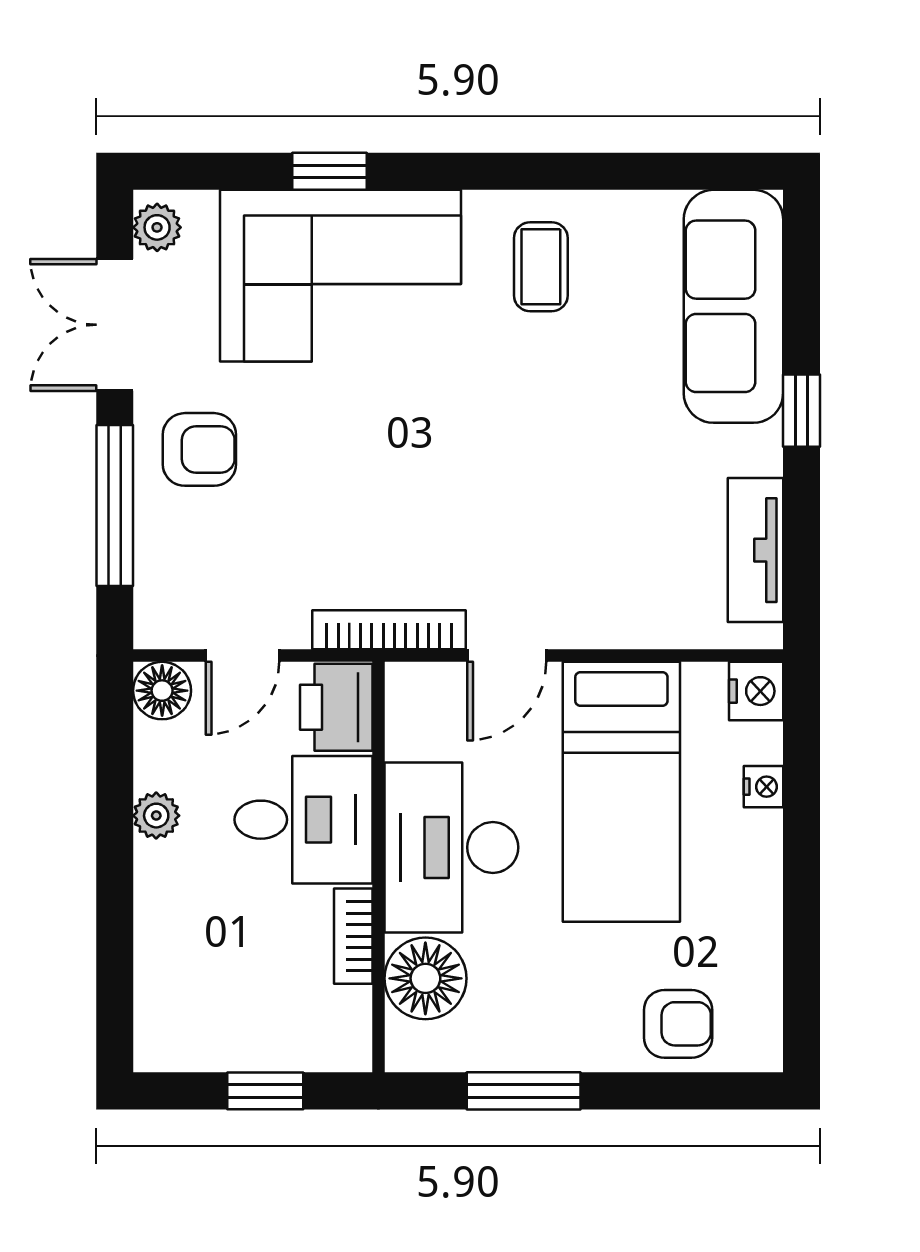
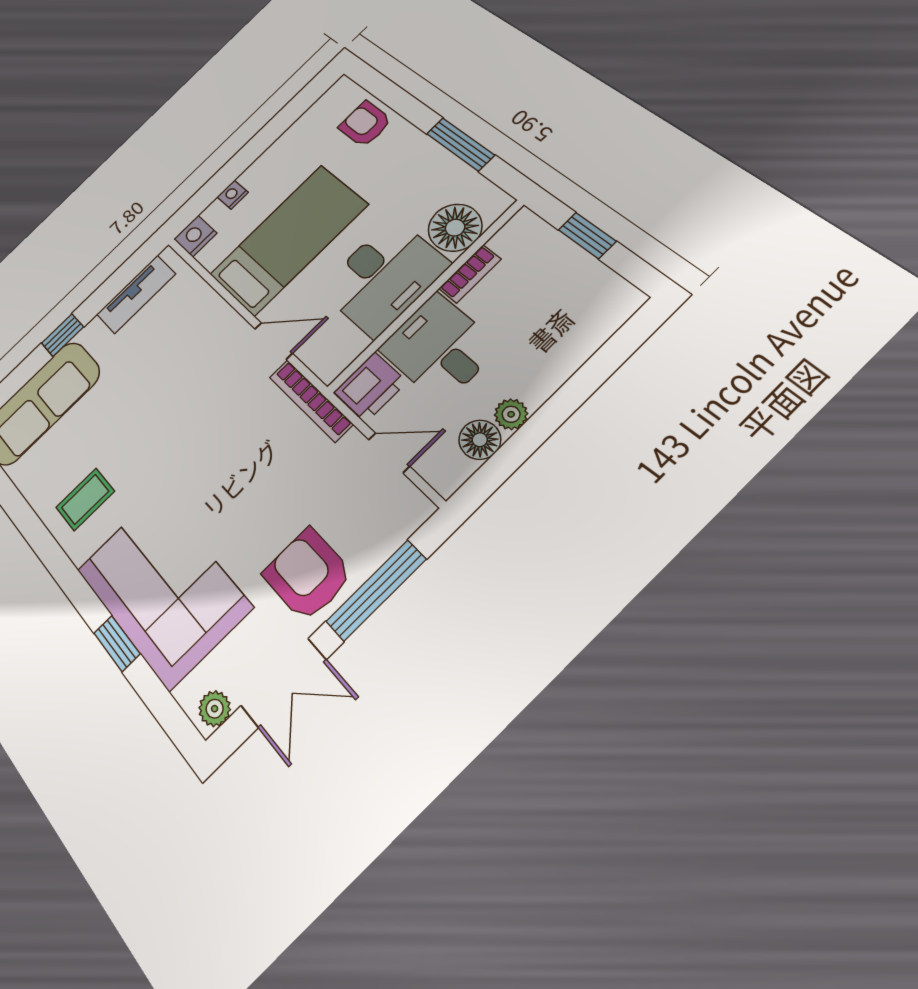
armchair: (199, 449) -> (308, 575), width x1.38, depth x1.38
floor lamp: (162, 691) -> (480, 440), moved

